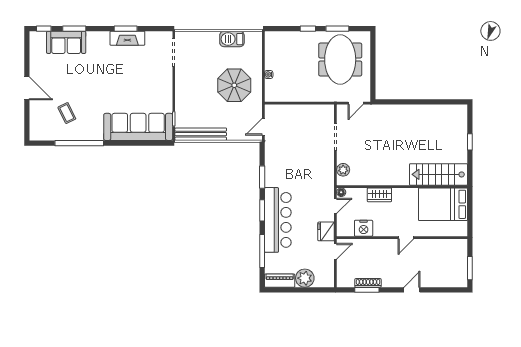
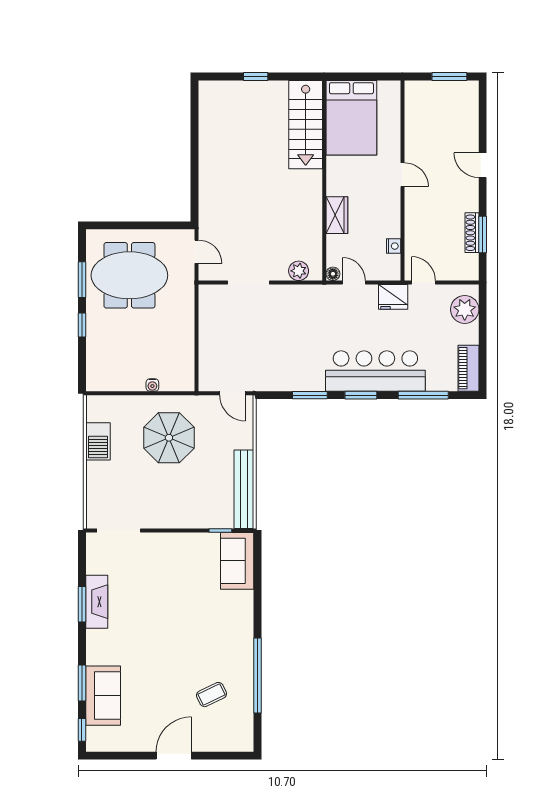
sofa: (138, 127) -> (237, 561), width x0.54, depth x0.79
nightstand: (364, 228) -> (394, 246), width x0.53, depth x0.56
plant: (305, 278) -> (465, 309), moved

